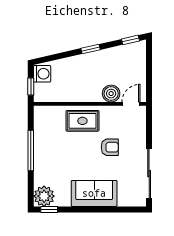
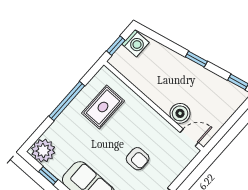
rug: (82, 121) -> (103, 107), moved, turned 90
window: (49, 209) -> (48, 176), moved

